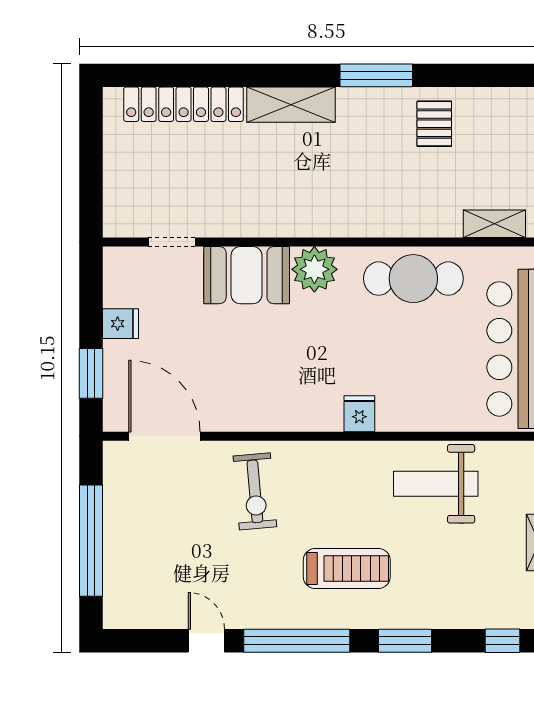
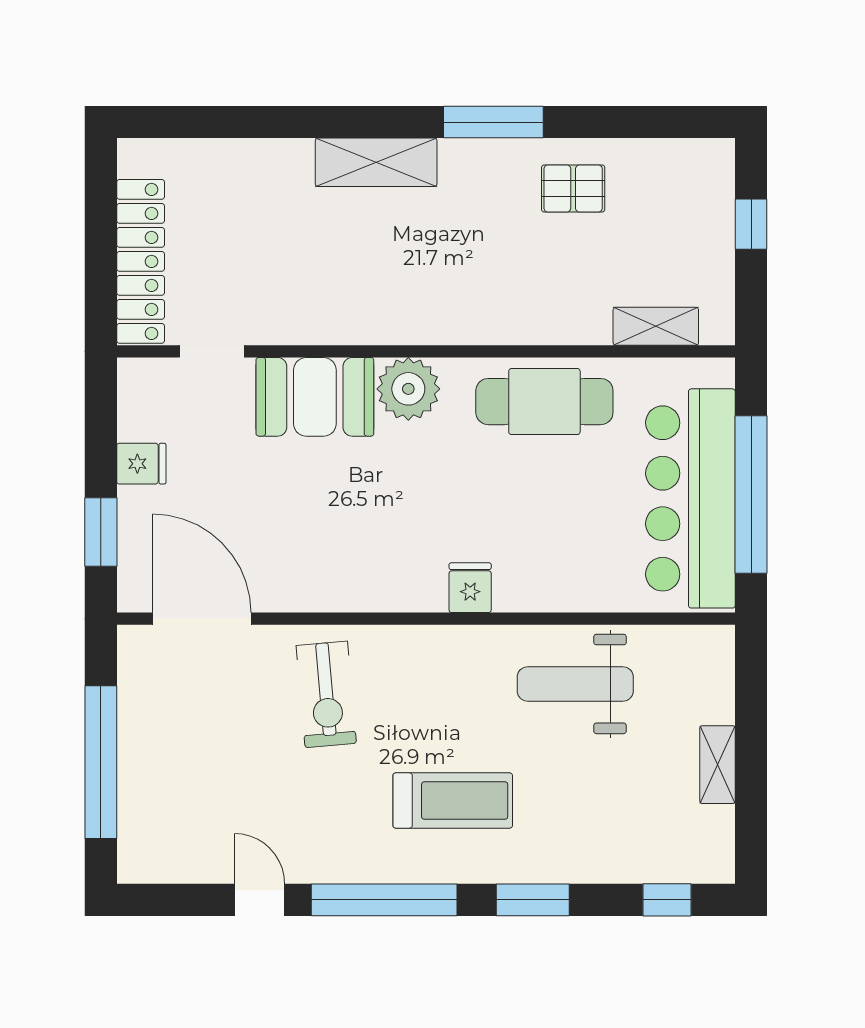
locker: (184, 104) -> (141, 261), moved, turned -90
pallet: (434, 124) -> (573, 189), turned 90

